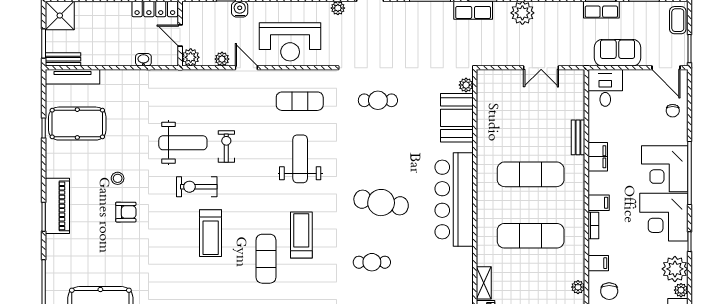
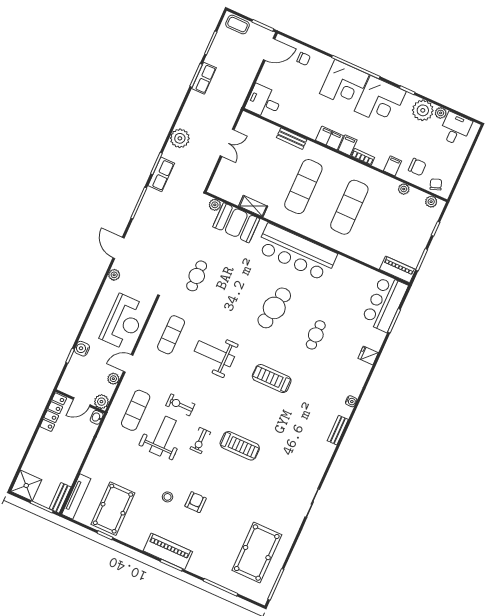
sofa: (617, 53) -> (242, 81), removed
washbasin: (143, 60) -> (97, 417), moved
filing cabinet: (598, 157) -> (329, 138), moved
exercise bike: (197, 187) -> (200, 441), width x0.73, depth x0.72
exercise mat: (266, 259) -> (136, 410), moved, turned 90
shelving: (484, 283) -> (253, 206), moved

